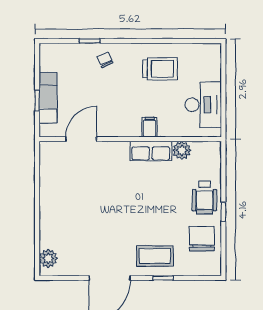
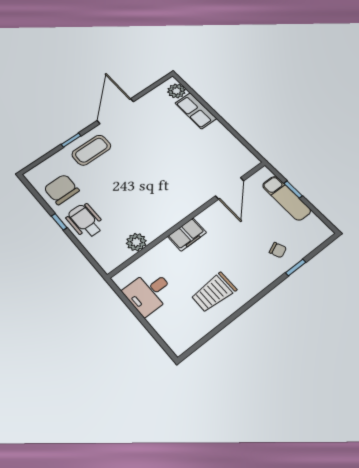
chair: (105, 60) -> (278, 250), moved
desk: (203, 105) -> (149, 292), width x0.73
filing cabinet: (150, 127) -> (187, 234), width x2.00
row of seats: (151, 151) -> (196, 111), moved, turned -90
chair: (202, 239) -> (62, 189), turned 180

